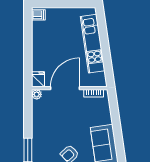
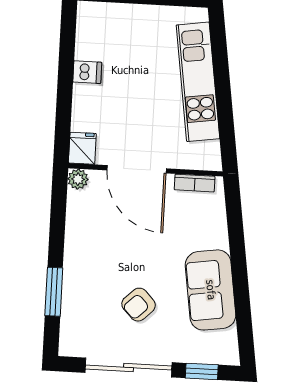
dishwasher: (38, 15) -> (87, 72), moved
door: (65, 88) -> (137, 169), swing flipped

